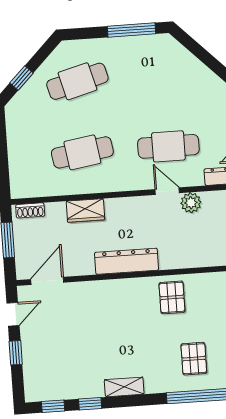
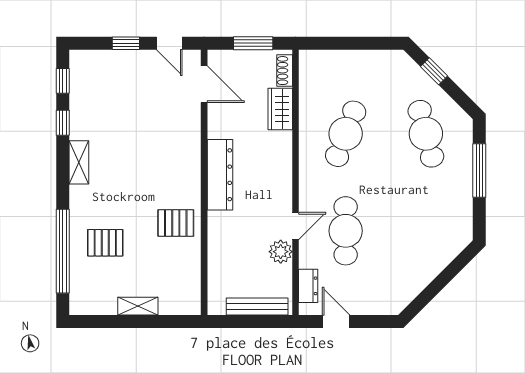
window: (131, 30) -> (479, 170), moved
cafe table: (82, 152) -> (346, 134), turned 30
wardrobe: (85, 210) -> (280, 109), moved

